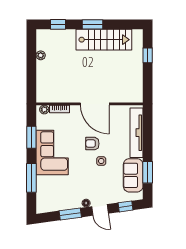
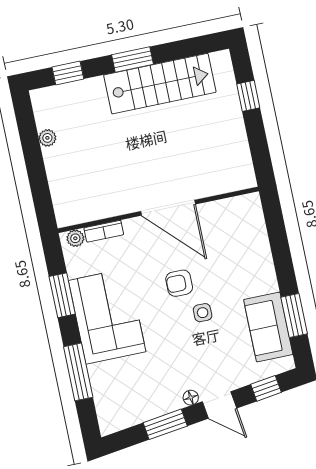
tv unit: (136, 133) -> (258, 246), removed

